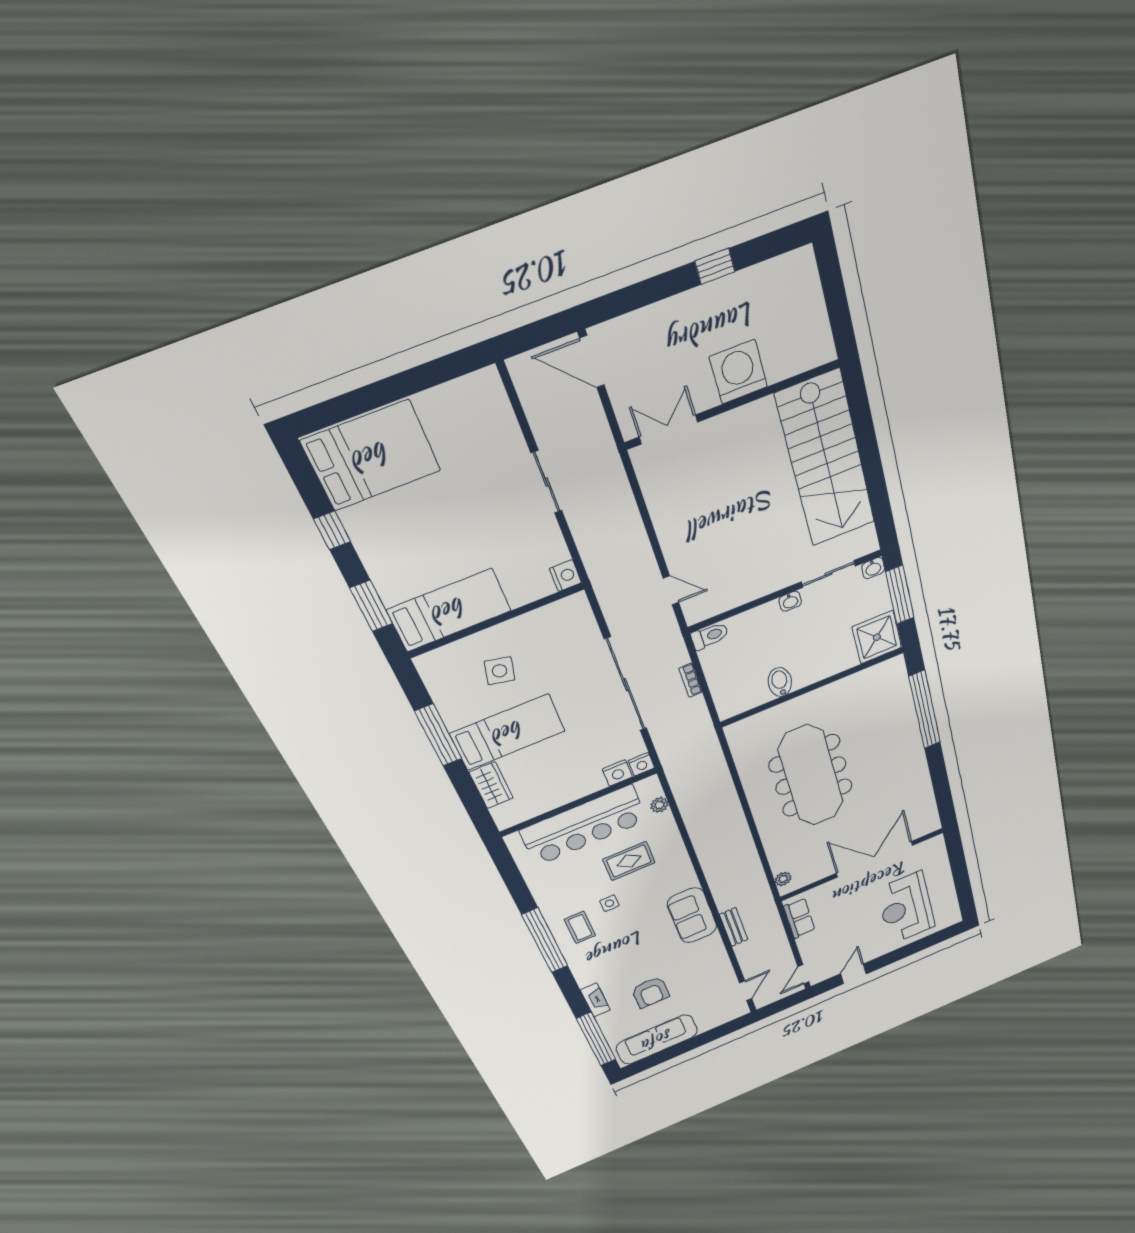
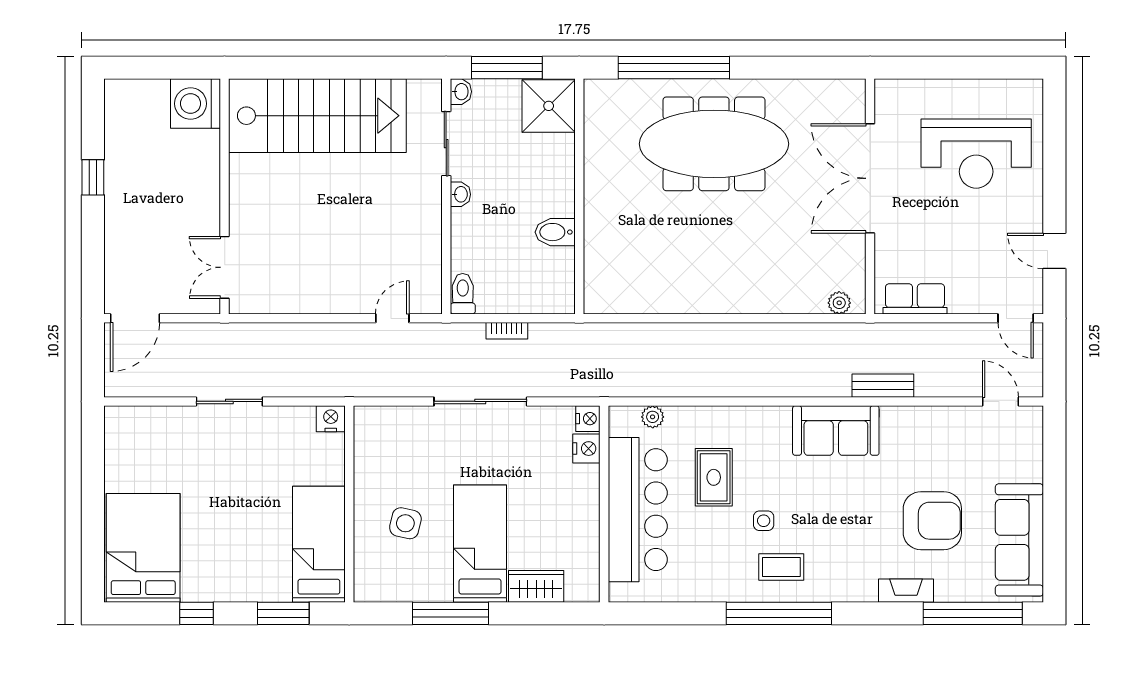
washing machine: (738, 372) -> (196, 104), moved
sliding door: (626, 685) -> (480, 401), width x0.73
meeting table: (811, 776) -> (714, 144), moved
armchair: (650, 992) -> (932, 521), width x1.36, depth x1.36

